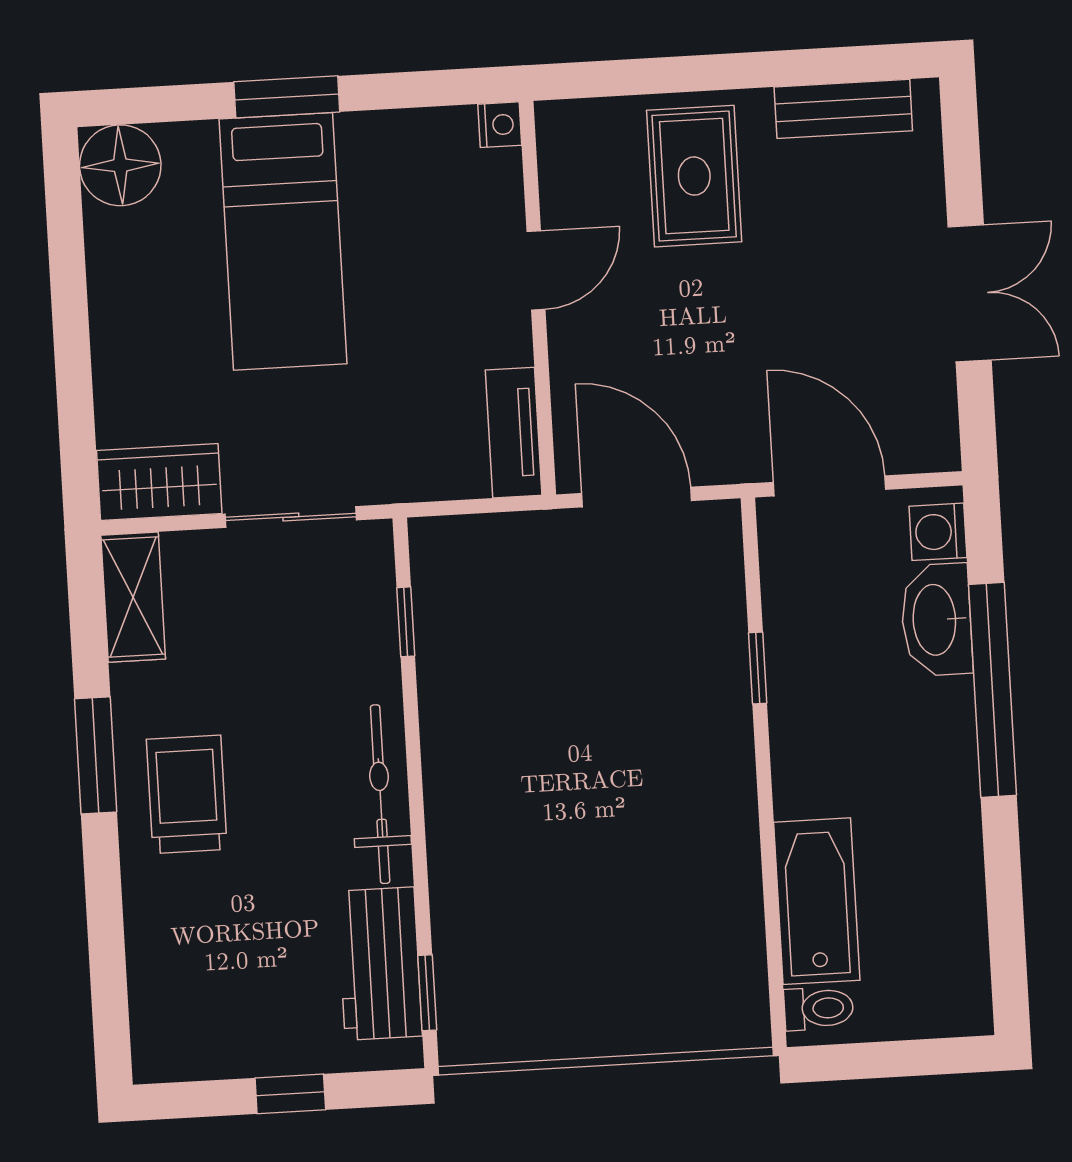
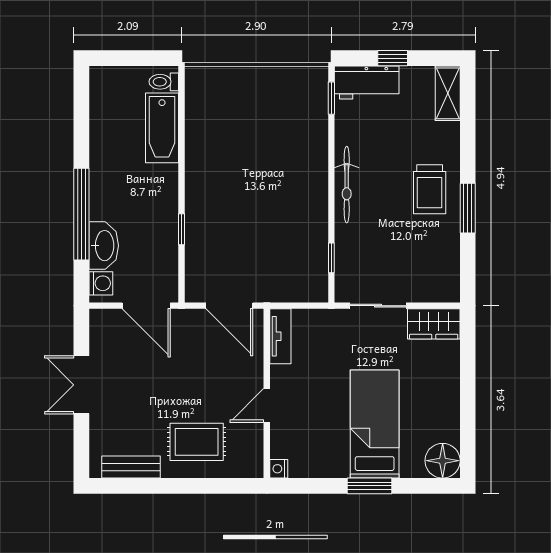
rug: (694, 176) -> (197, 442), turned 90
shelving: (133, 597) -> (448, 93), moved
workbench: (380, 964) -> (367, 83), moved, turned 90

